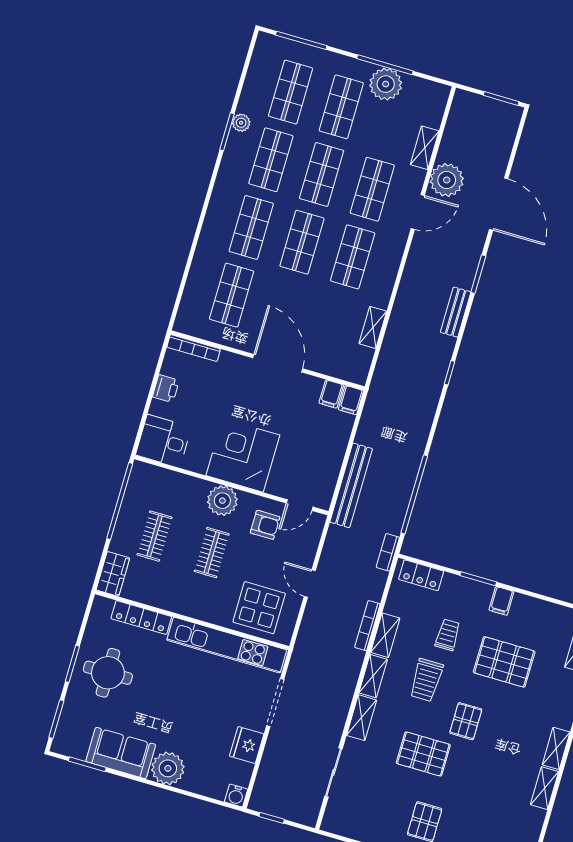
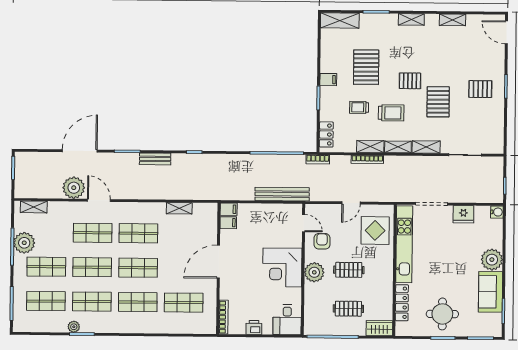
shelving: (425, 148) -> (34, 207), moved
shelving: (544, 788) -> (453, 20), moved

